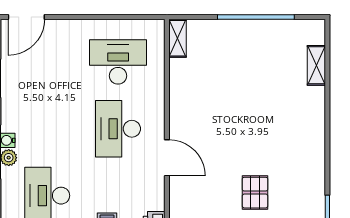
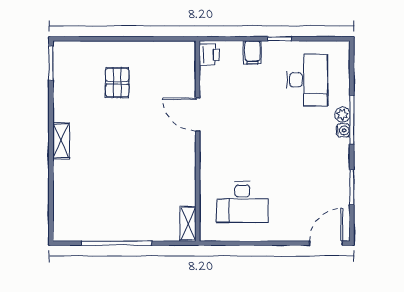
shelving: (316, 65) -> (61, 141), moved
desk: (118, 129) -> (242, 141), removed

